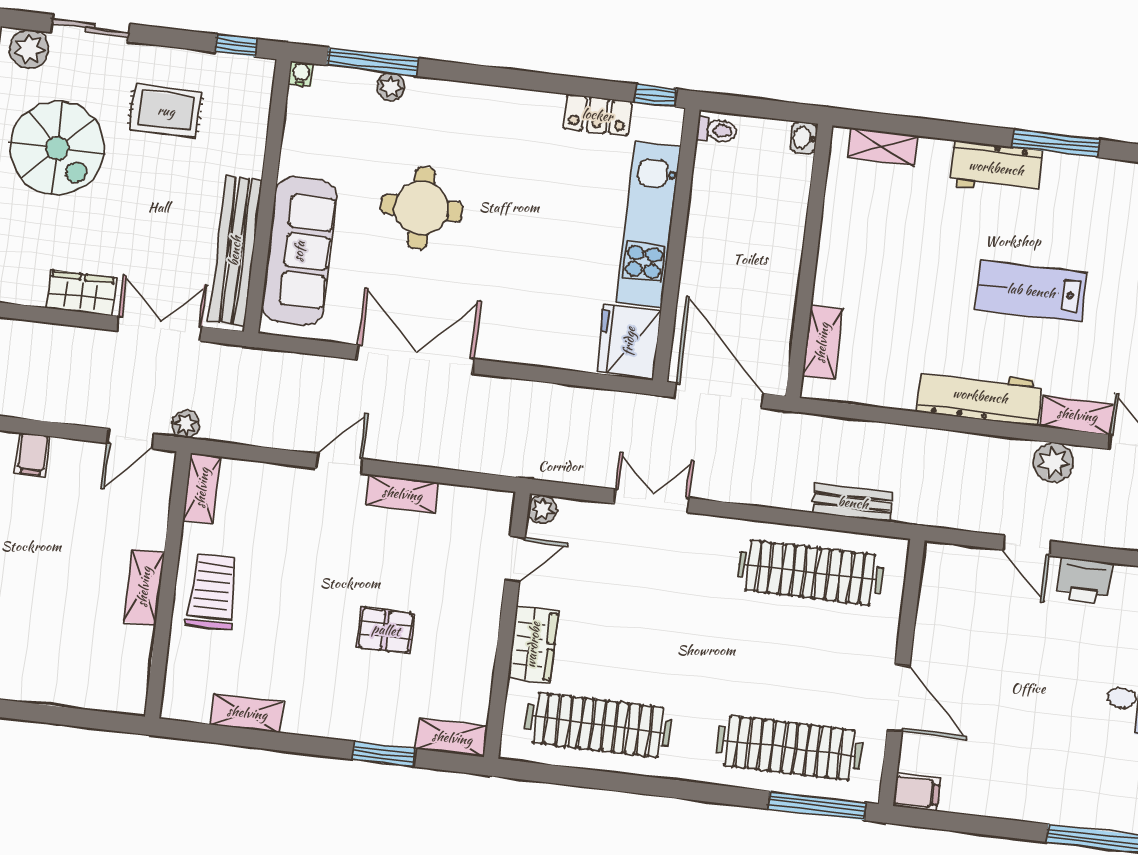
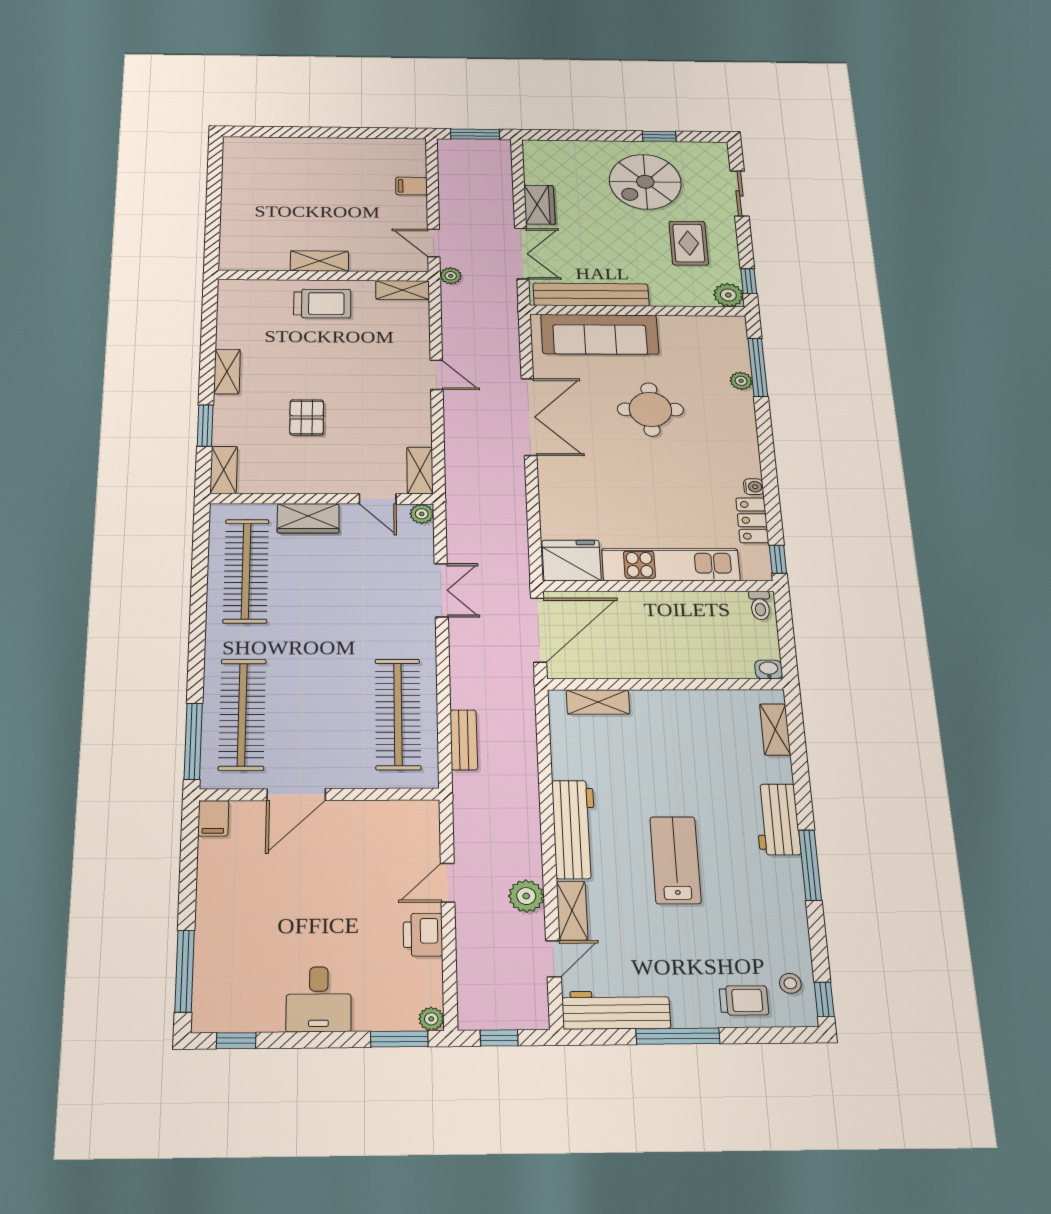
plant: (29, 49) -> (728, 295), moved
water cooler: (301, 74) -> (754, 487), moved
shelving: (402, 494) -> (420, 470), moved
shelving: (247, 713) -> (227, 372), moved

